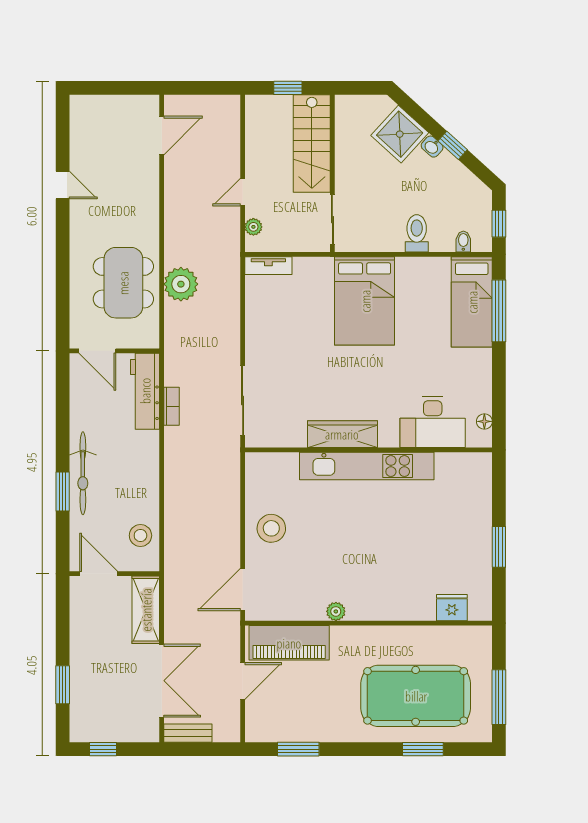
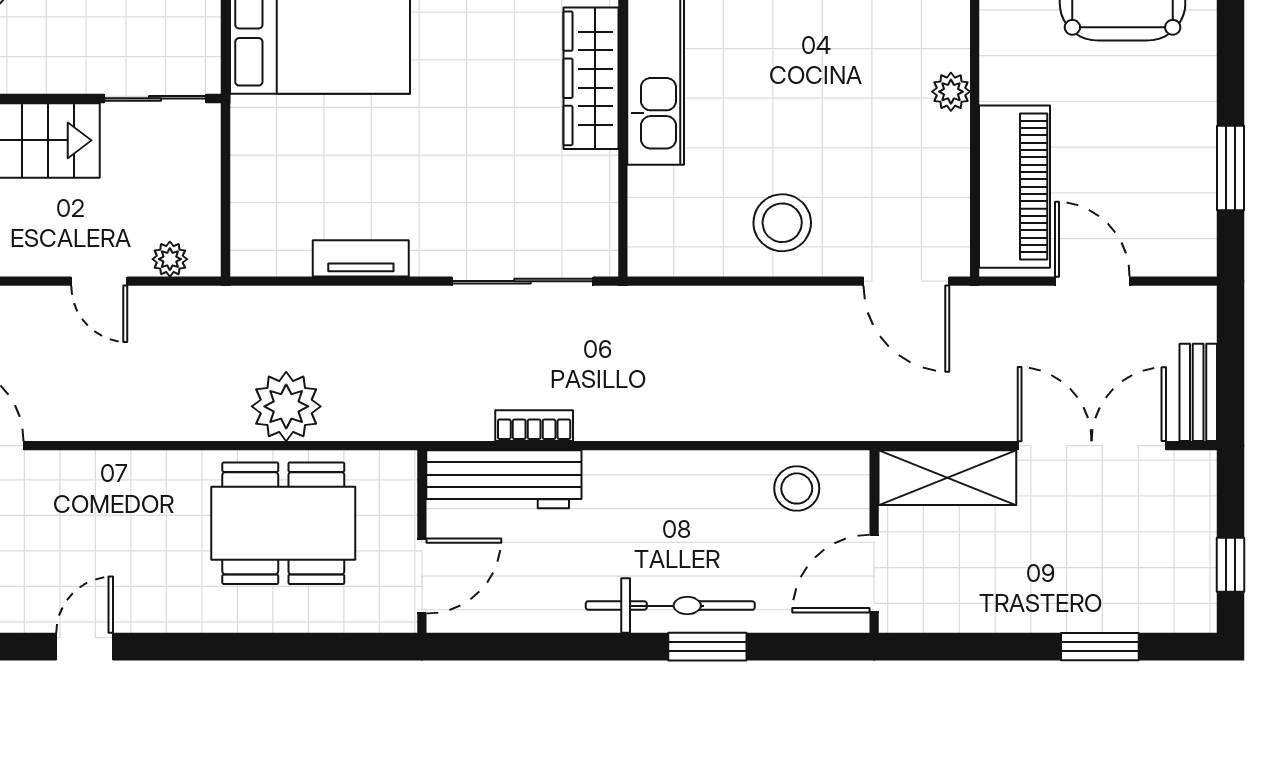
tv unit: (268, 266) -> (361, 258), moved, turned -90

